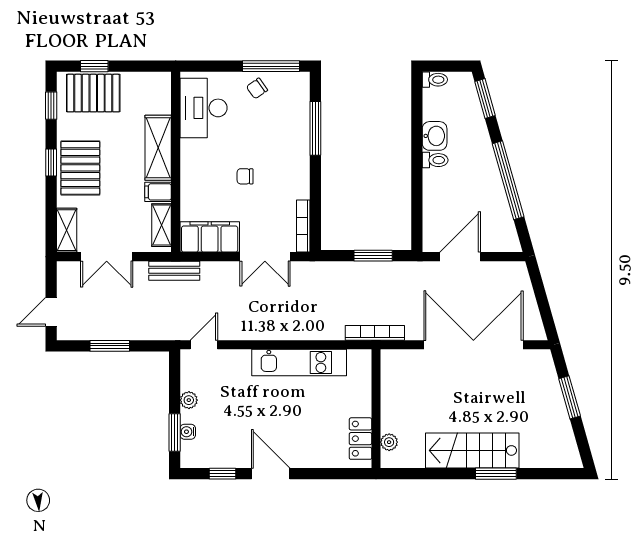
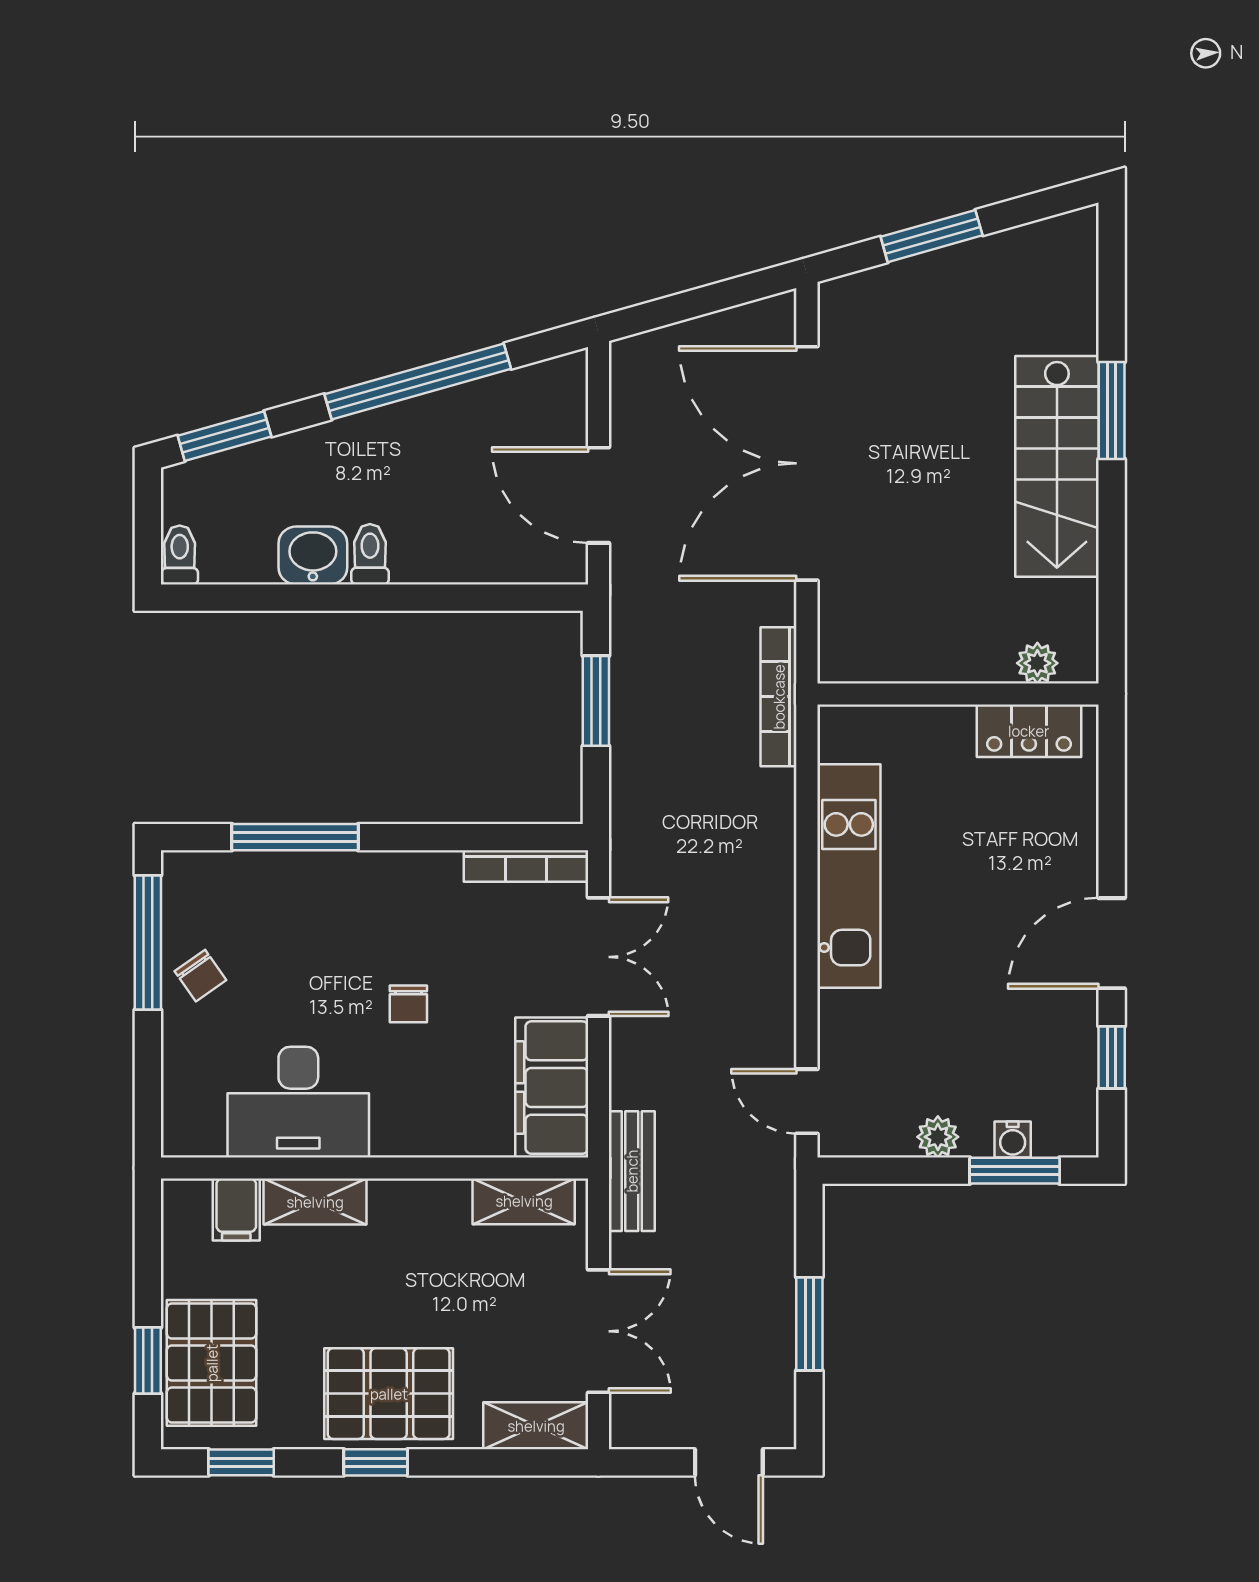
desk: (203, 108) -> (298, 1102), moved
shelving: (158, 148) -> (315, 1202), width x0.67, depth x0.75
filing cabinet: (158, 192) -> (236, 1210), moved

